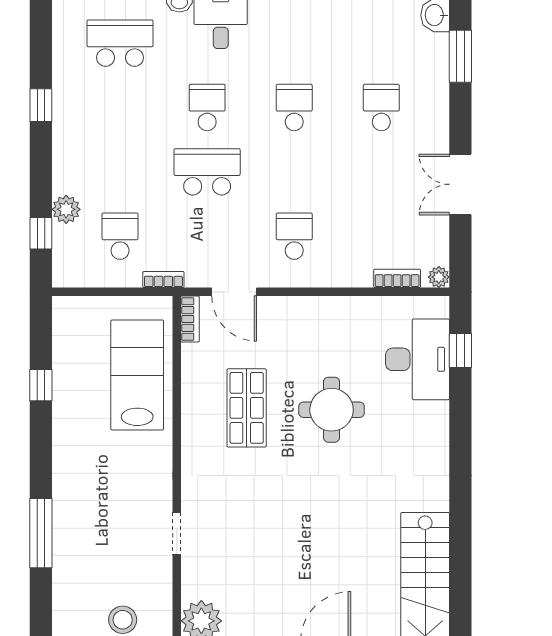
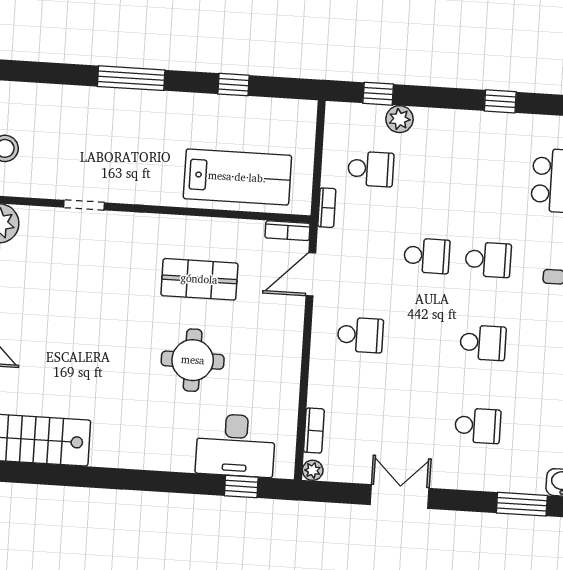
school desk: (207, 172) -> (427, 256), width x0.54
window: (41, 533) -> (131, 78), moved

